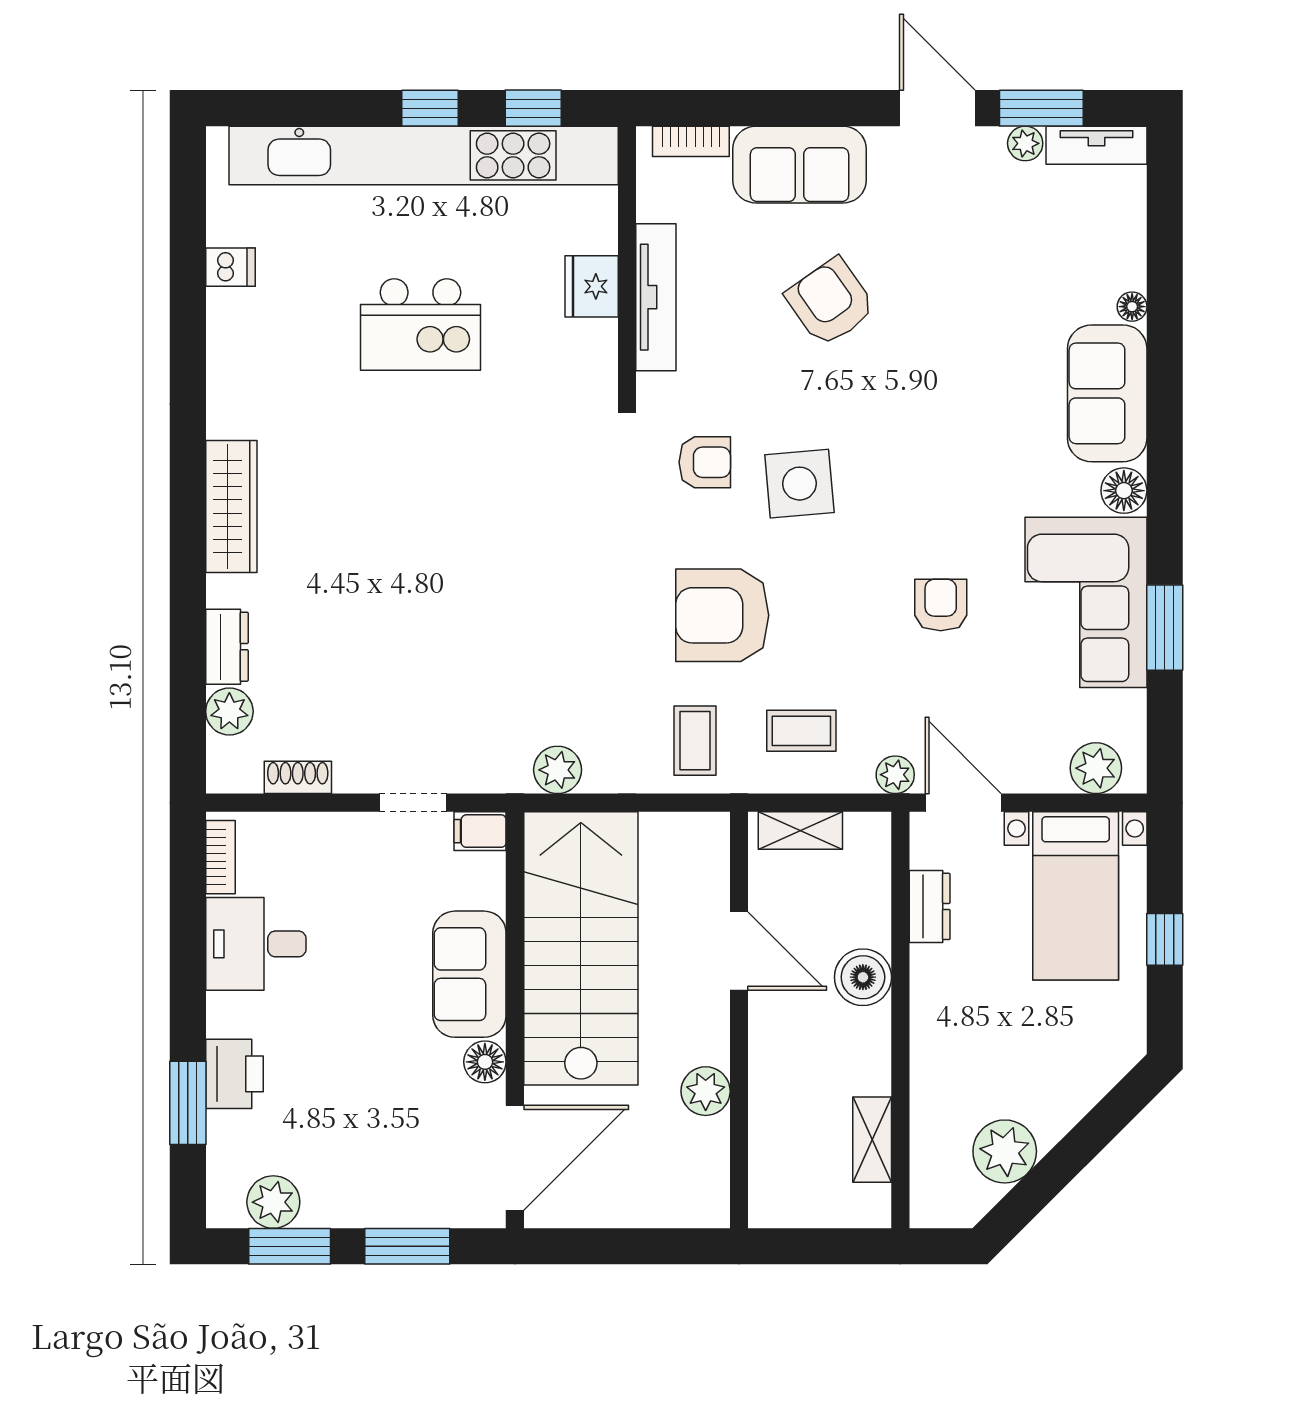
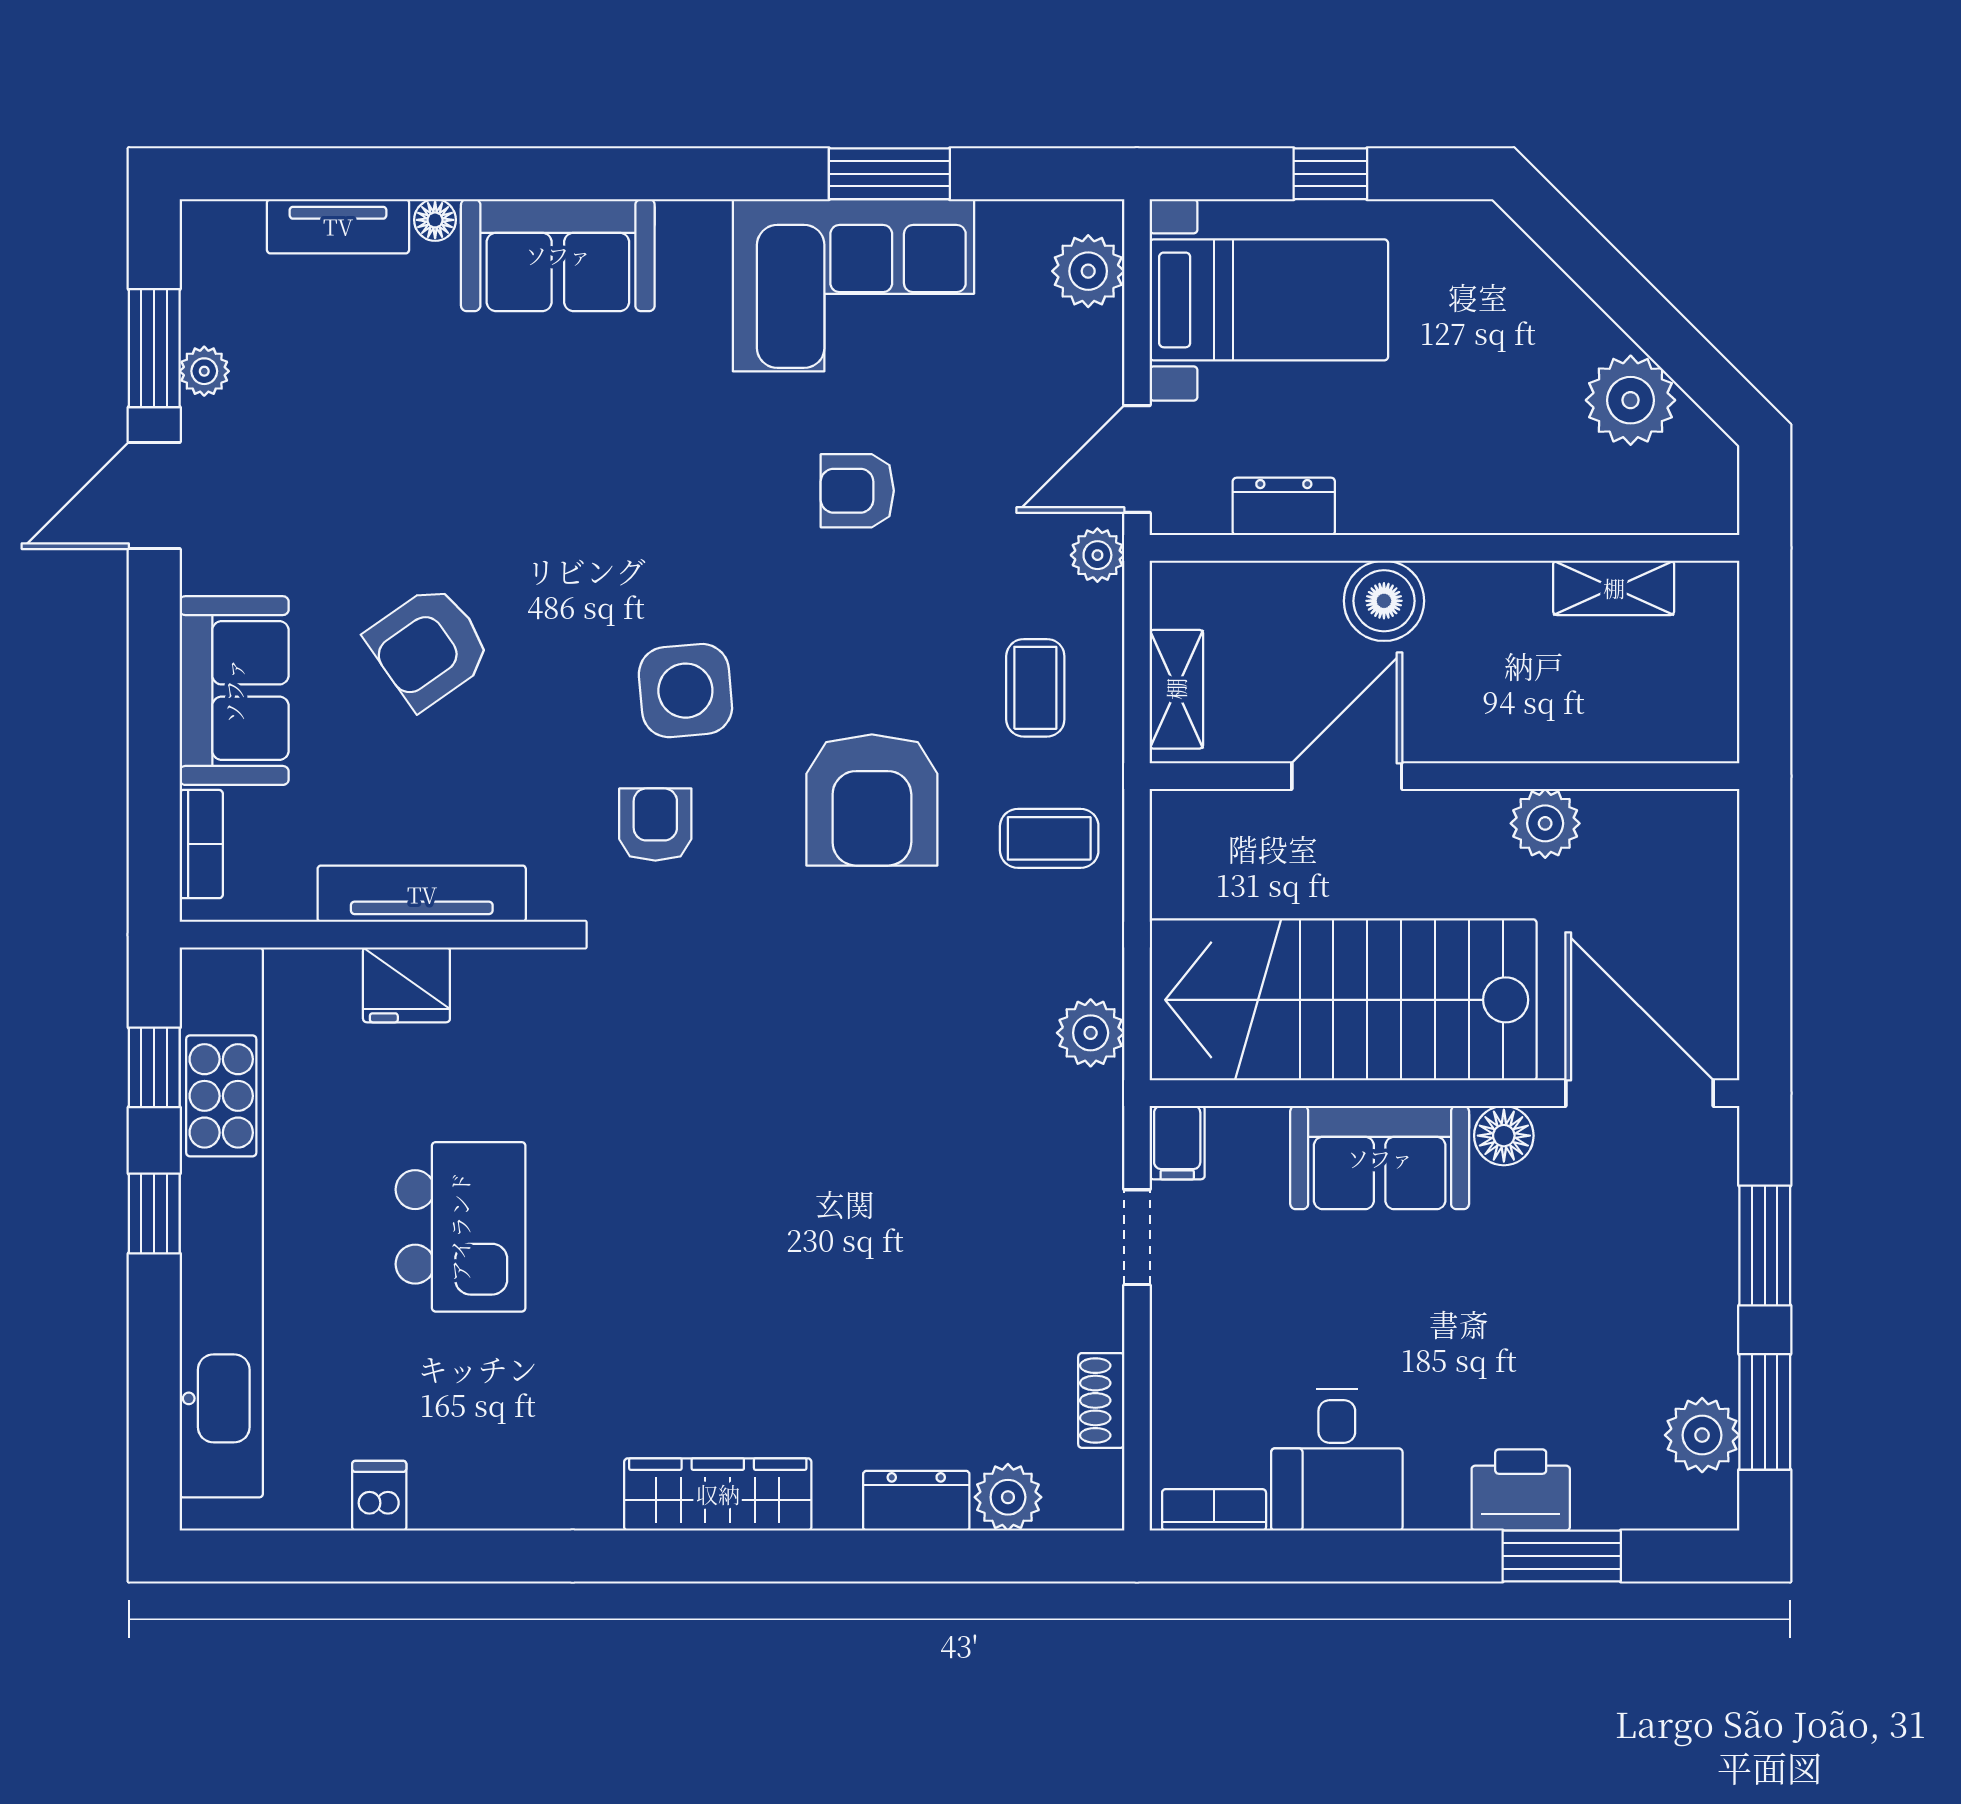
tv unit: (1097, 145) -> (338, 226), moved, turned 90
floor lamp: (1124, 491) -> (695, 231), removed

